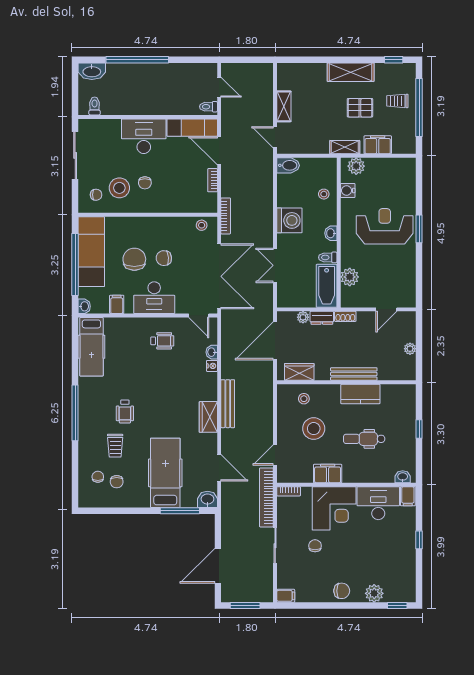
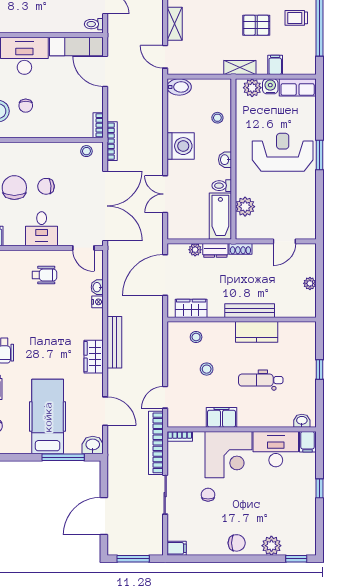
filing cabinet: (378, 145) -> (275, 65), width x0.50
row of seats: (399, 166) -> (298, 87), added
bookcase: (213, 180) -> (98, 125), moved
water cooler: (348, 191) -> (270, 86), moved, turned 90
desk: (154, 298) -> (42, 229), width x0.73
stool: (314, 429) -> (207, 369), width x0.53, depth x0.53

